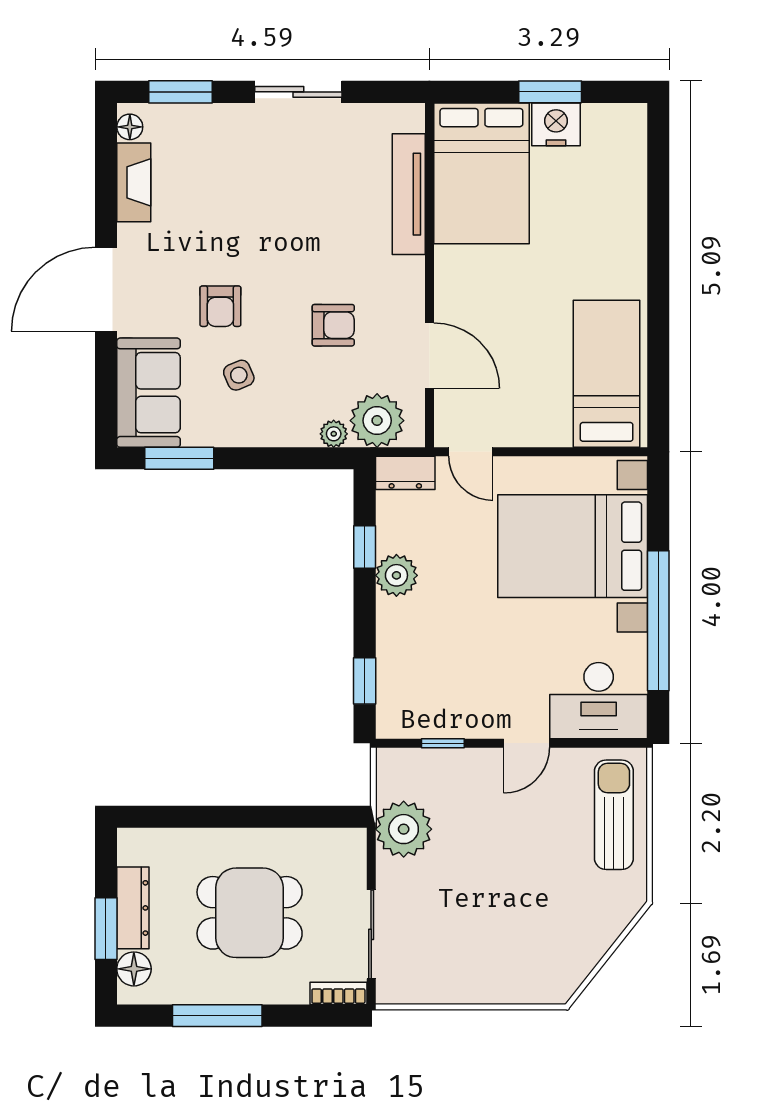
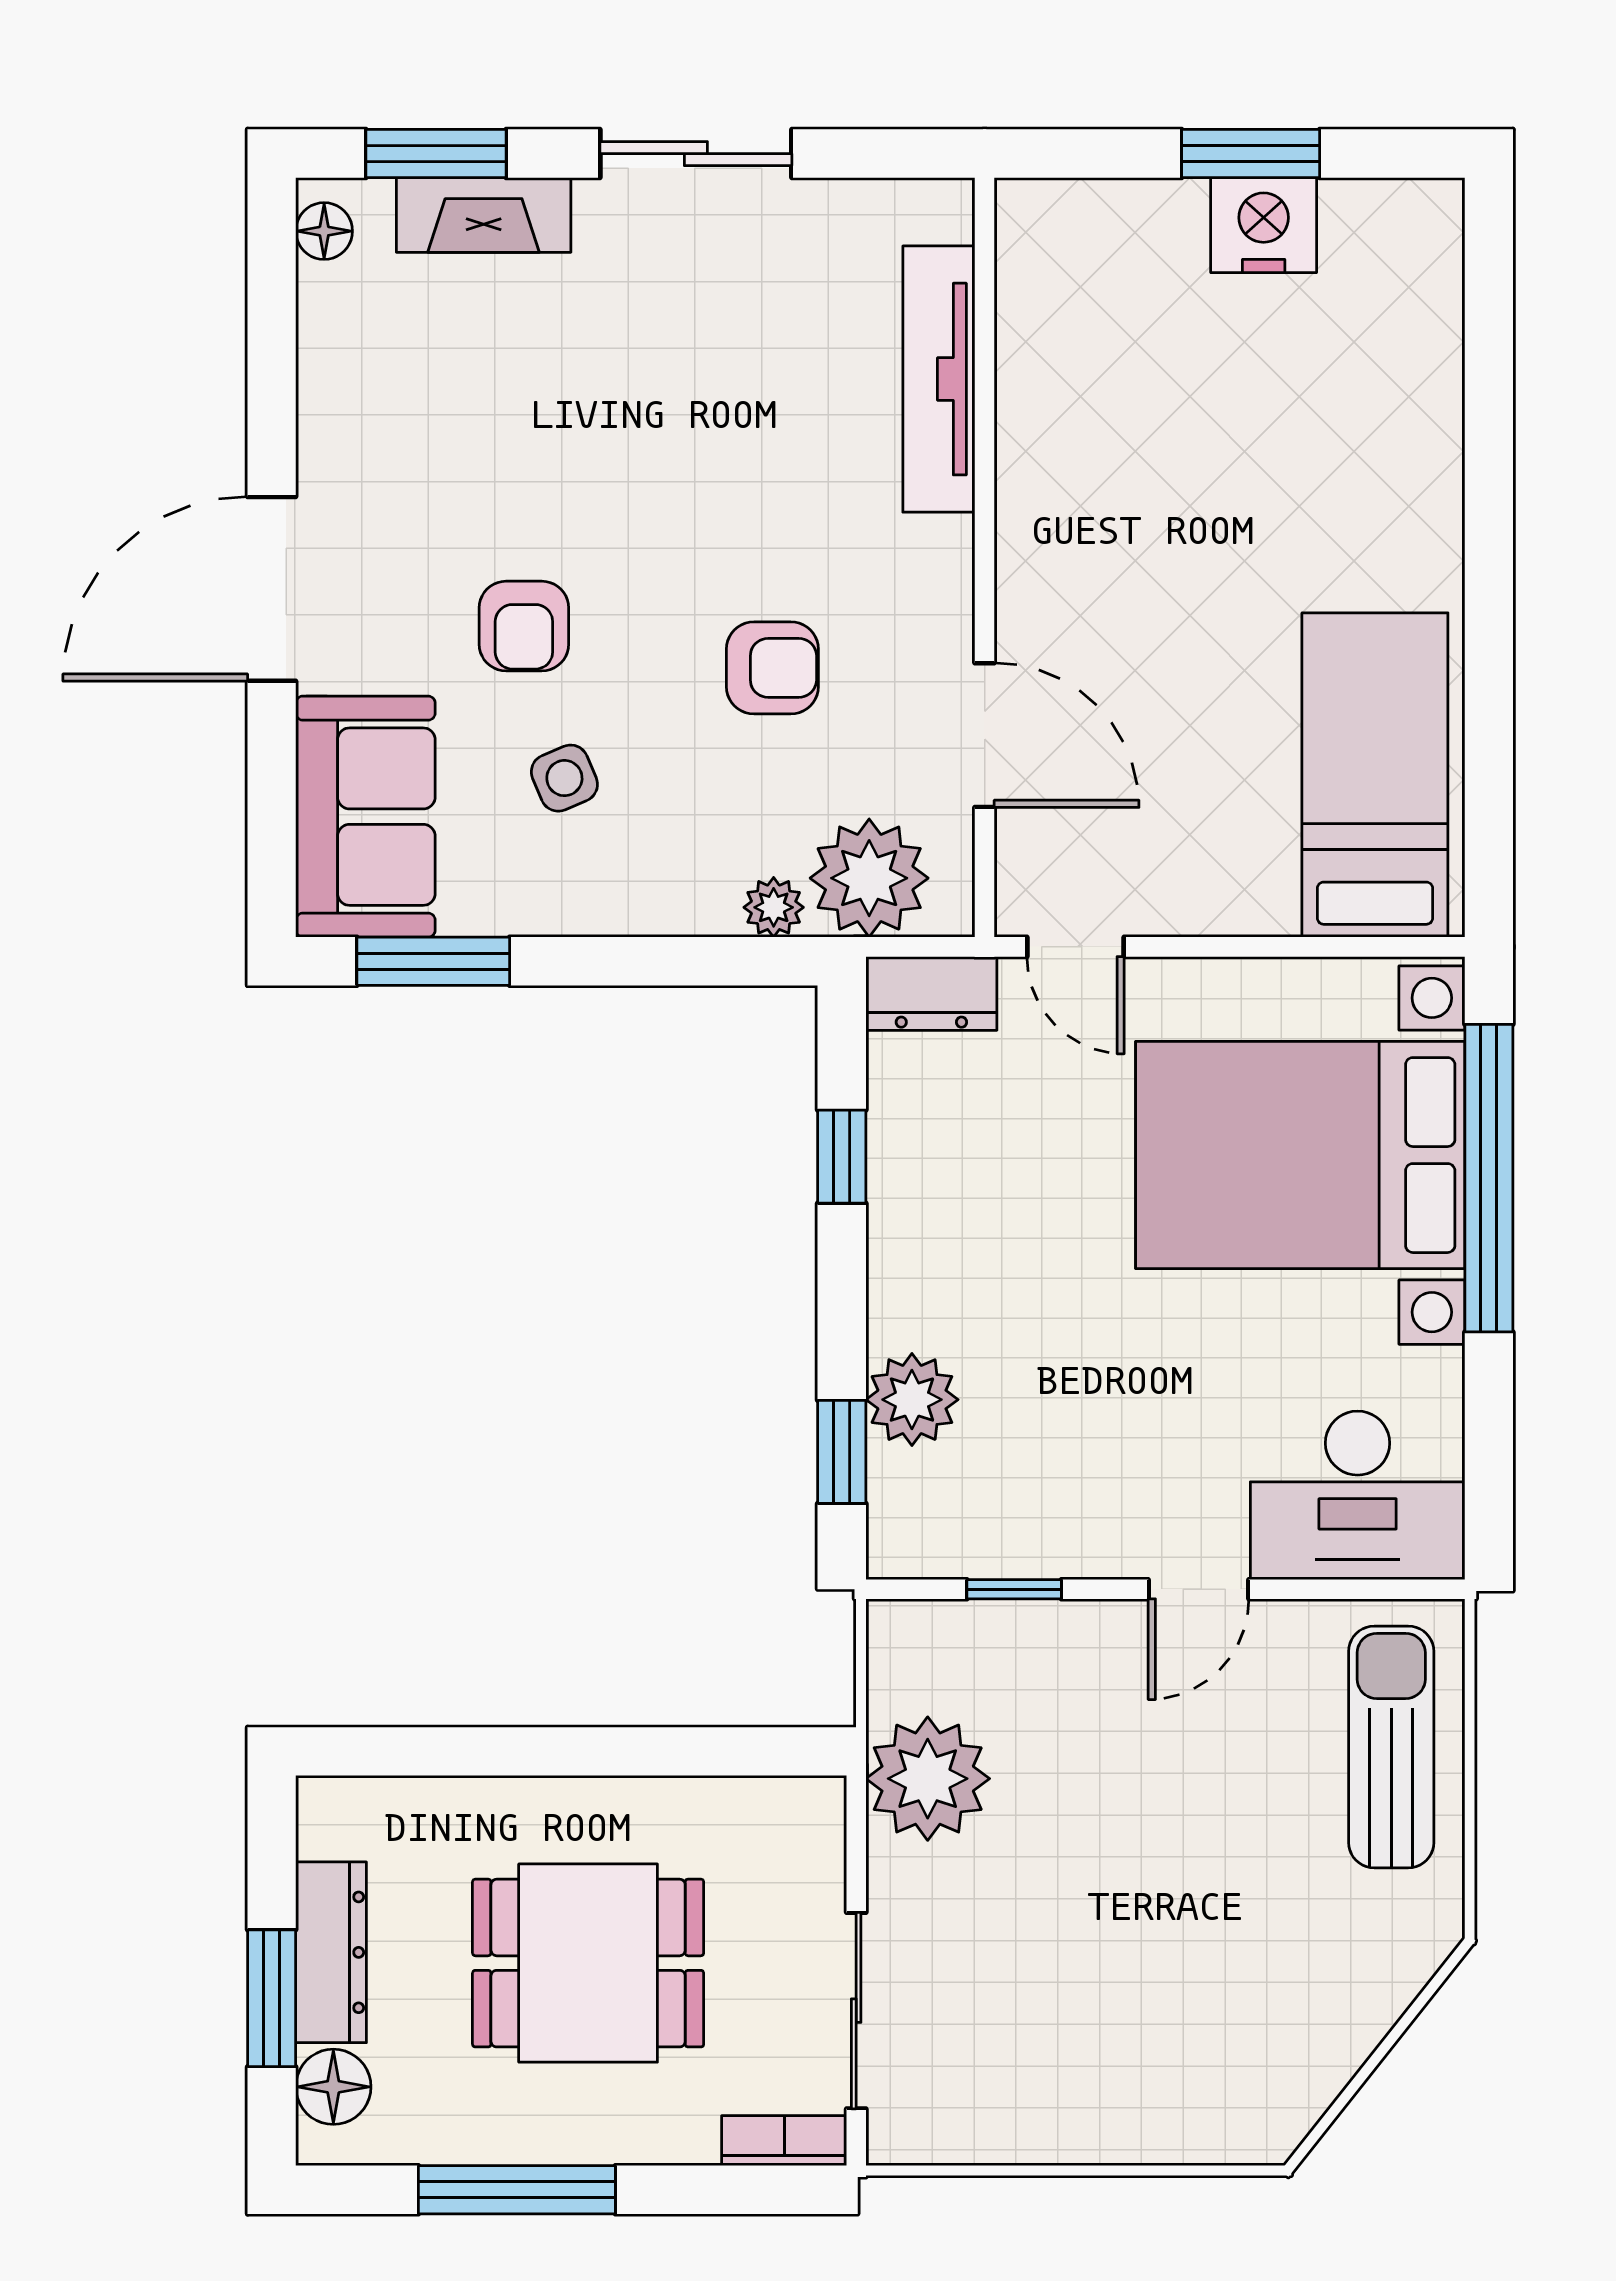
bed: (481, 173) -> (1099, 333), removed
fireplace: (134, 182) -> (484, 215), moved, turned 90
plant: (396, 575) -> (912, 1400), moved
window: (658, 621) -> (1489, 1178), moved

